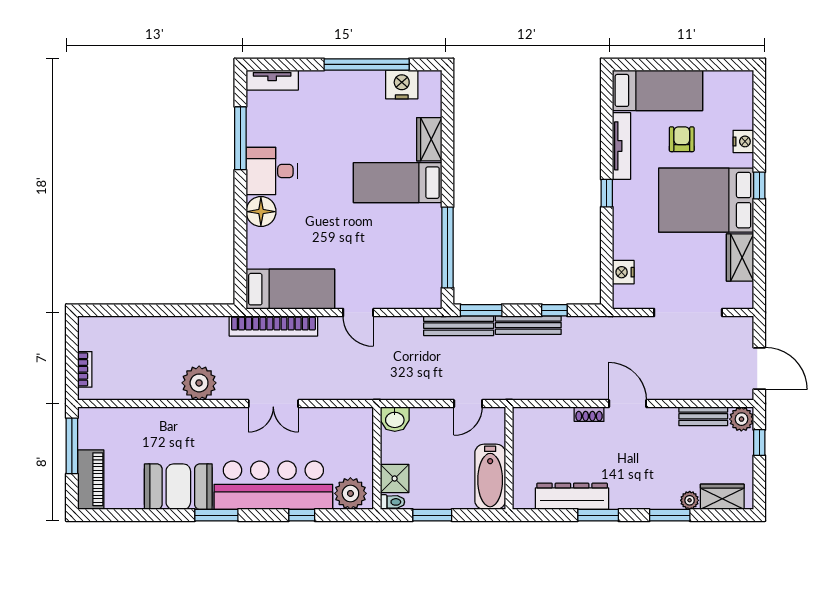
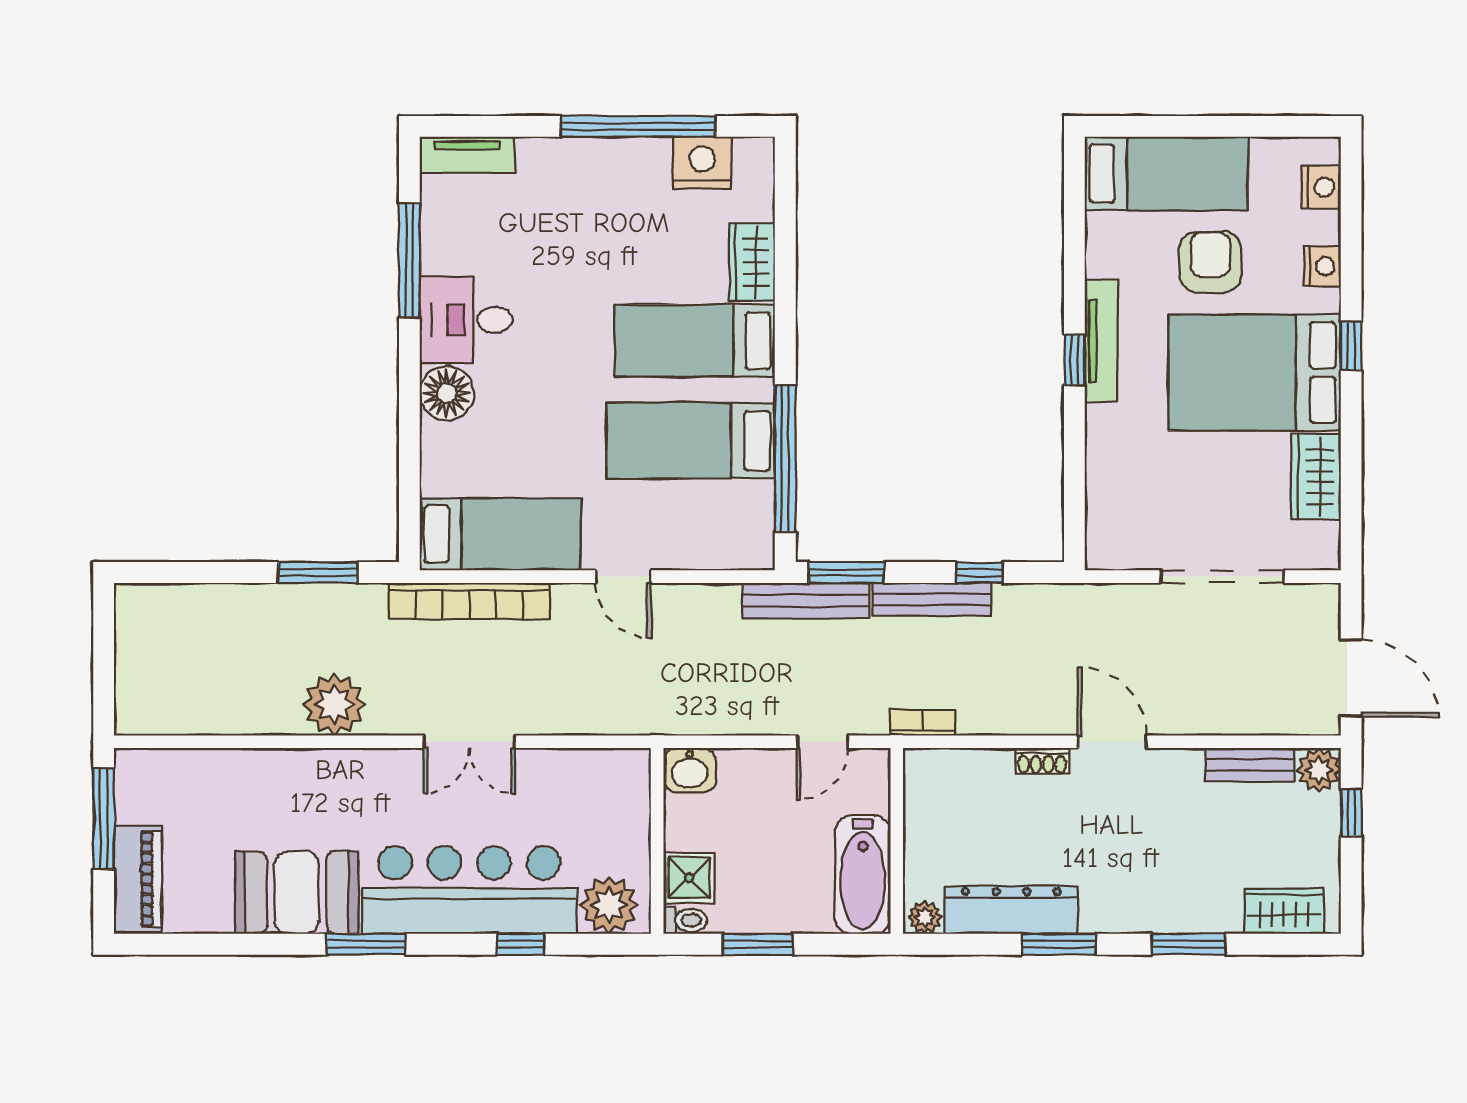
armchair: (682, 139) -> (1210, 262), width x1.38, depth x1.38
tv unit: (622, 146) -> (1101, 341), moved
bed: (395, 238) -> (691, 441), added
nightstand: (623, 272) -> (1321, 187), moved, turned 180
window: (190, 310) -> (318, 572), added
bookcase: (85, 369) -> (923, 723), moved, turned -90
plant: (690, 500) -> (925, 917), moved

